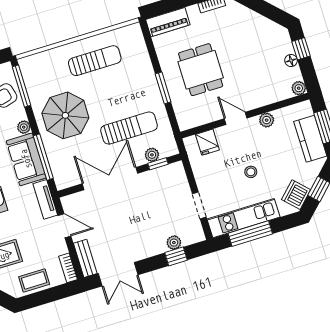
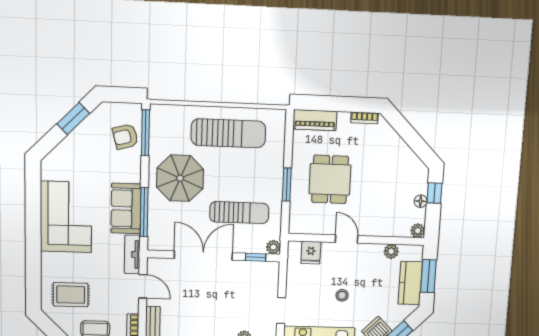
sun lounger: (95, 61) -> (228, 133), width x1.36, depth x1.34
plant: (267, 120) -> (391, 251), moved
plant: (24, 127) -> (134, 175), removed
plant: (152, 155) -> (273, 247), moved

